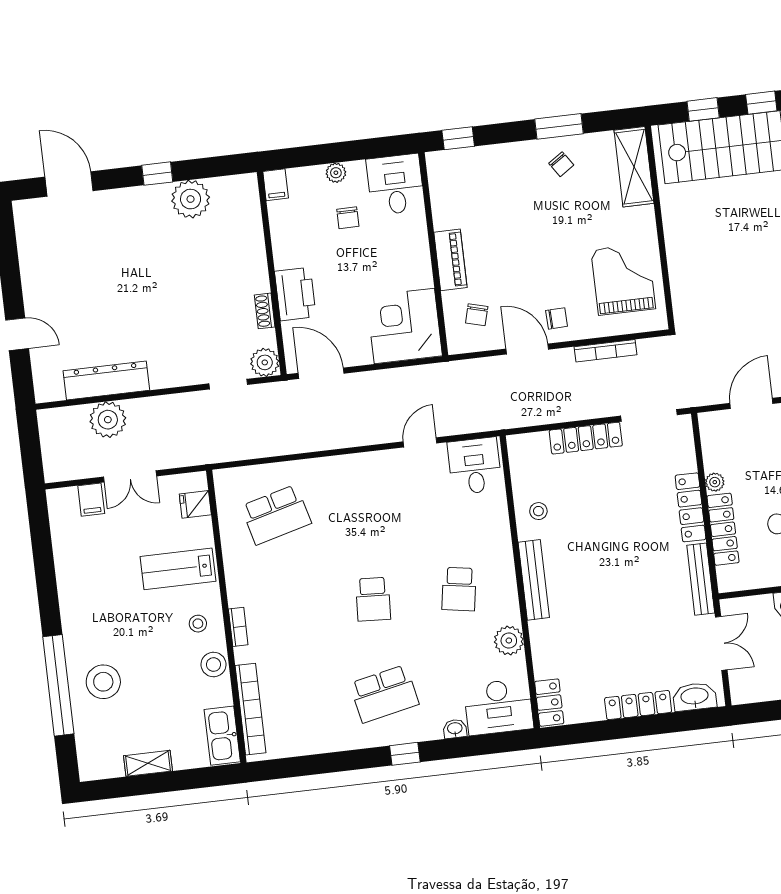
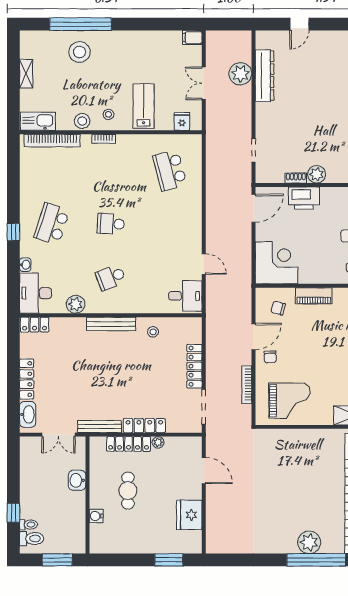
plant: (265, 362) -> (317, 174), moved
filing cabinet: (91, 500) -> (192, 38), moved
school desk: (459, 589) -> (111, 277), turned -30
school desk: (384, 694) -> (52, 224), turned 30

